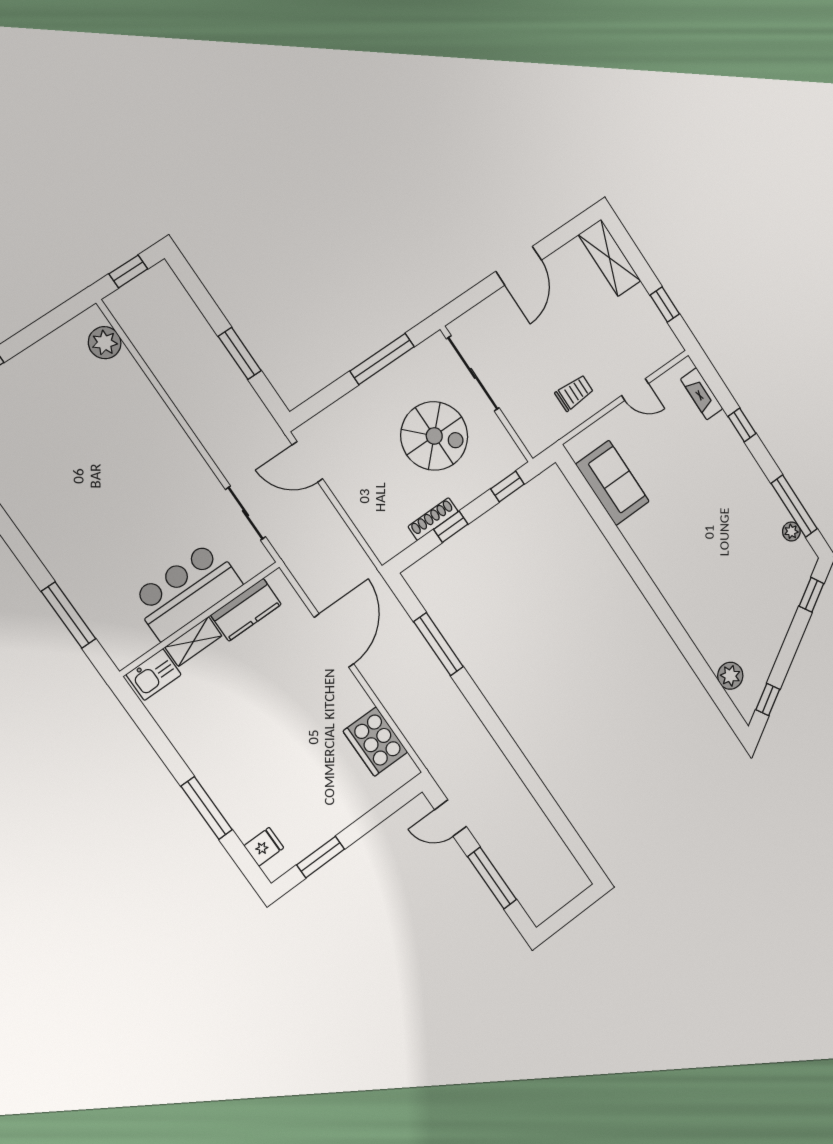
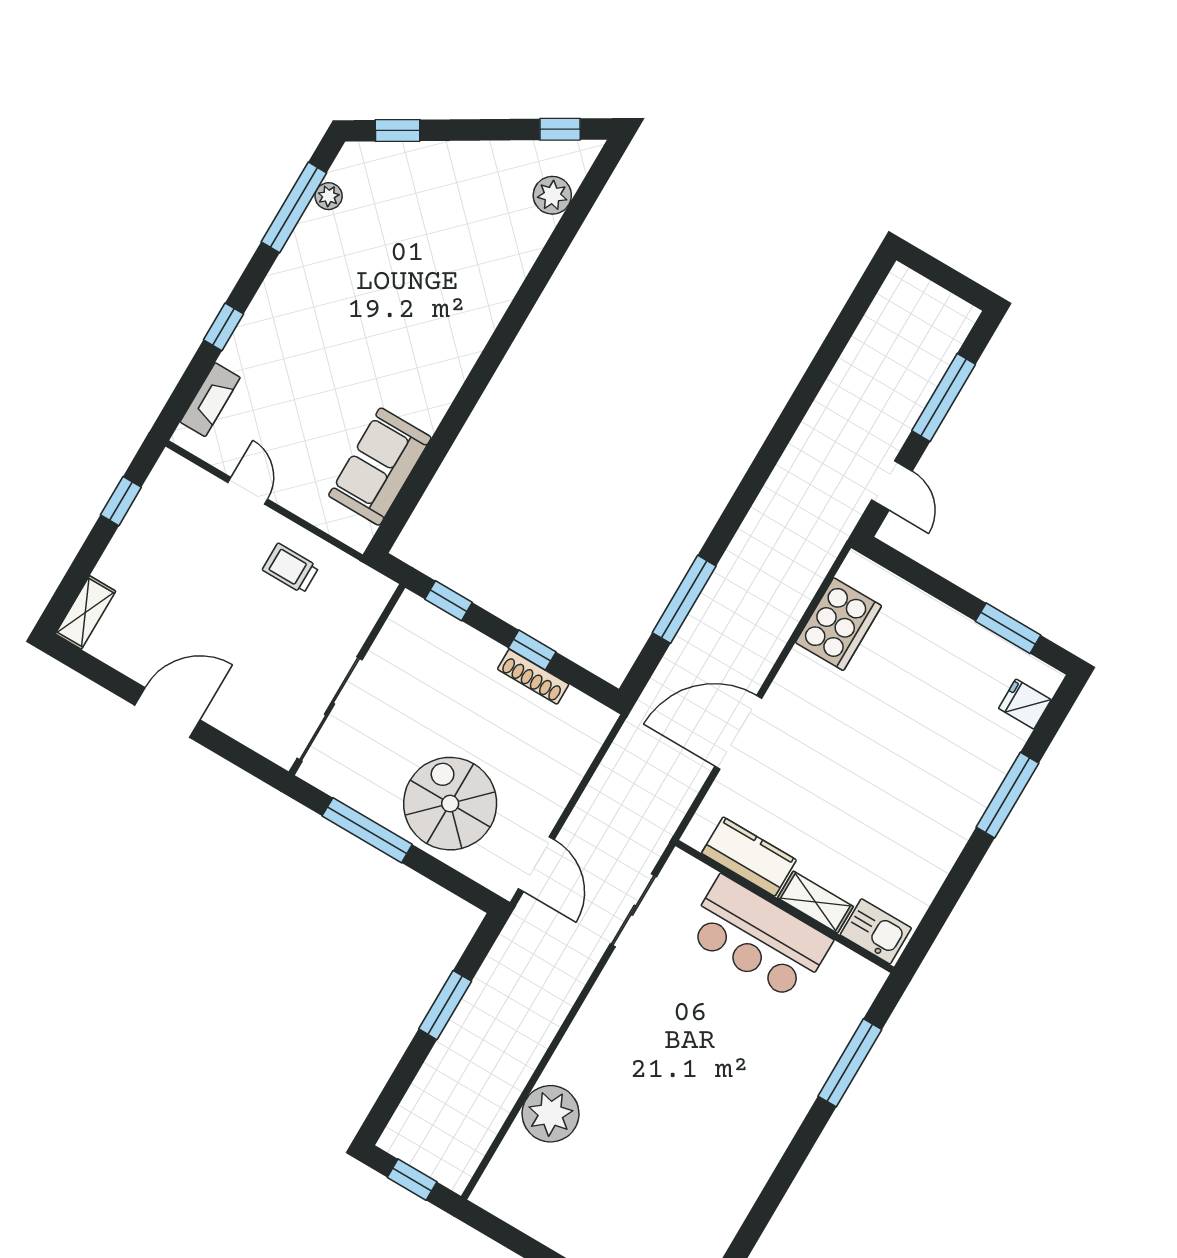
shelving: (609, 258) -> (85, 612), width x0.67, depth x0.75
plant: (105, 343) -> (551, 1114), moved, width x1.36, depth x1.36
spiral stairs: (434, 436) -> (450, 804), moved

